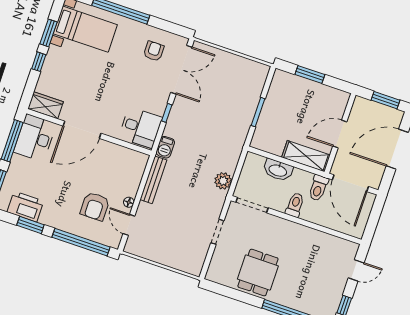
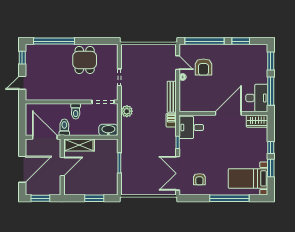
washbasin: (278, 170) -> (108, 130), moved
armchair: (95, 206) -> (203, 67), turned 180
printer: (25, 207) -> (248, 52), removed

